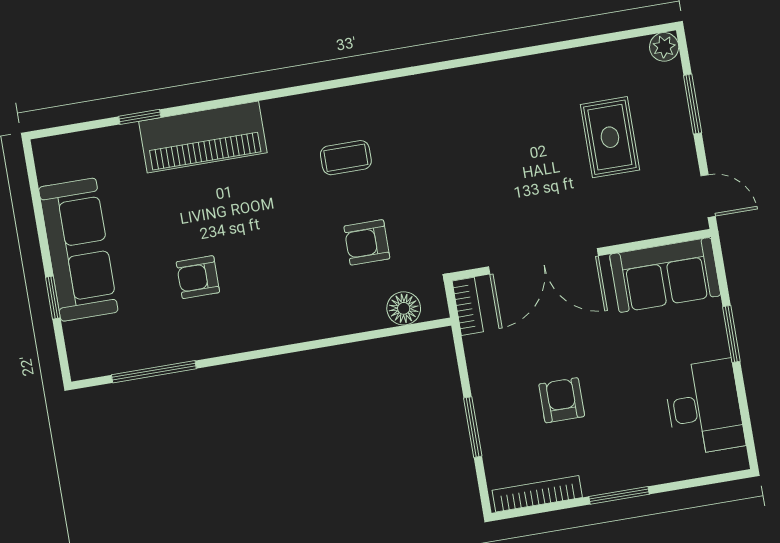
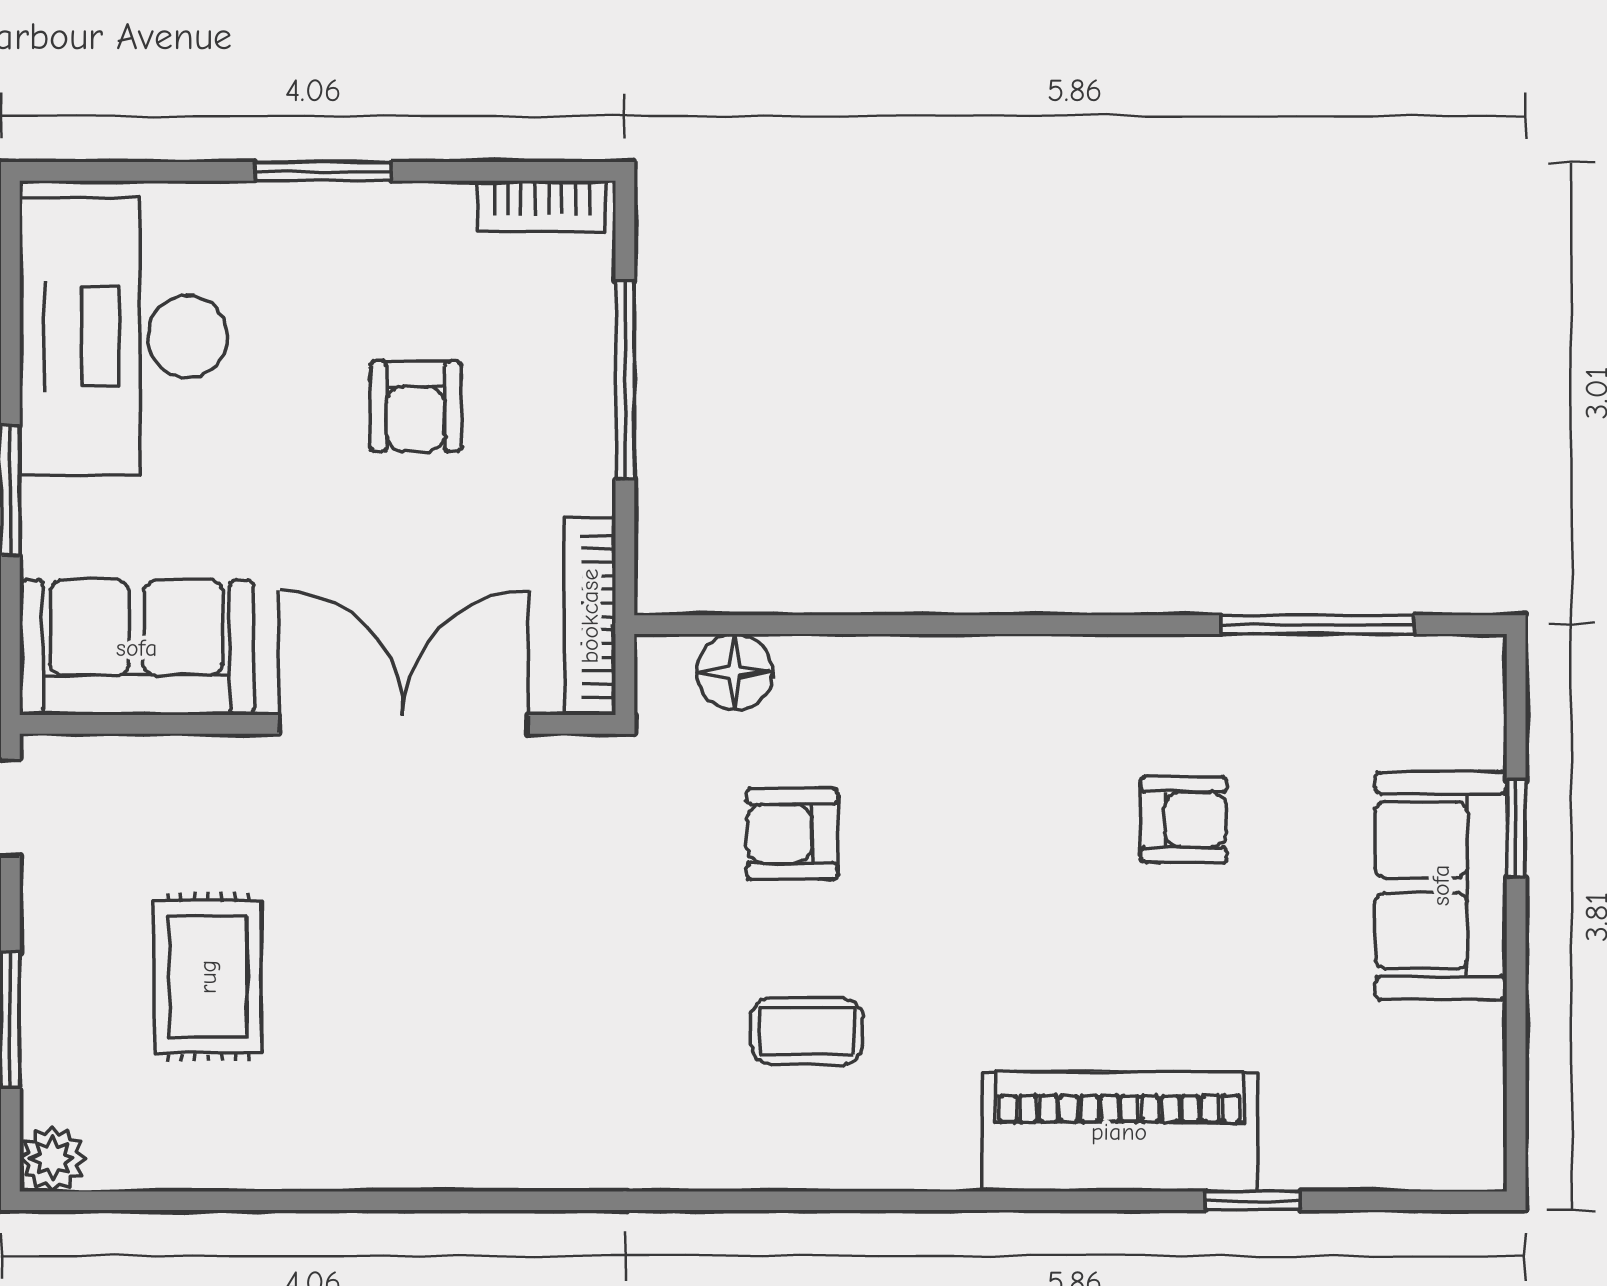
armchair: (367, 242) -> (792, 834), turned 180
sofa: (78, 250) -> (1441, 885), width x0.73
bookcase: (468, 306) -> (590, 616), width x1.56
desk: (704, 407) -> (123, 337), width x1.36, depth x1.30
window: (473, 427) -> (625, 380), width x1.44
bookcase: (537, 494) -> (542, 206), width x0.64

